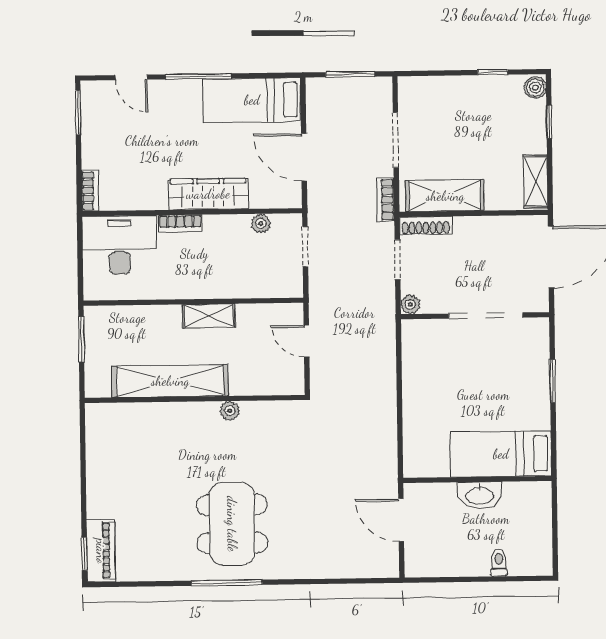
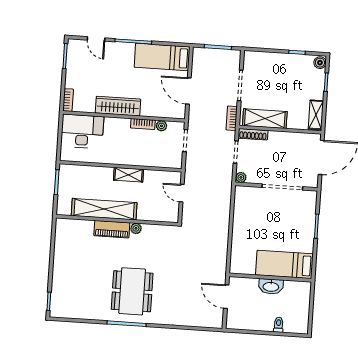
wardrobe: (208, 194) -> (118, 106), moved
bookcase: (180, 224) -> (143, 124), moved
piano: (101, 551) -> (112, 229), moved, turned 90

